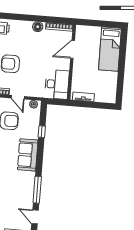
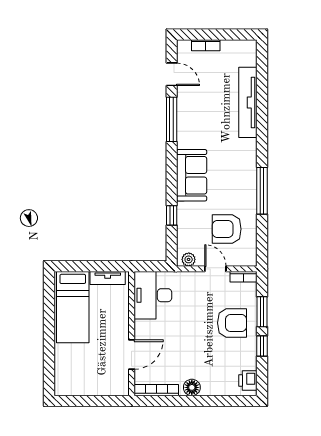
bed: (110, 49) -> (73, 307), moved, turned 180

